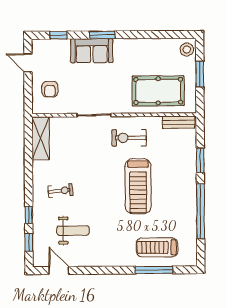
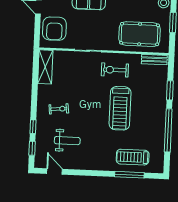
armchair: (50, 89) -> (54, 29), width x1.88, depth x1.88

